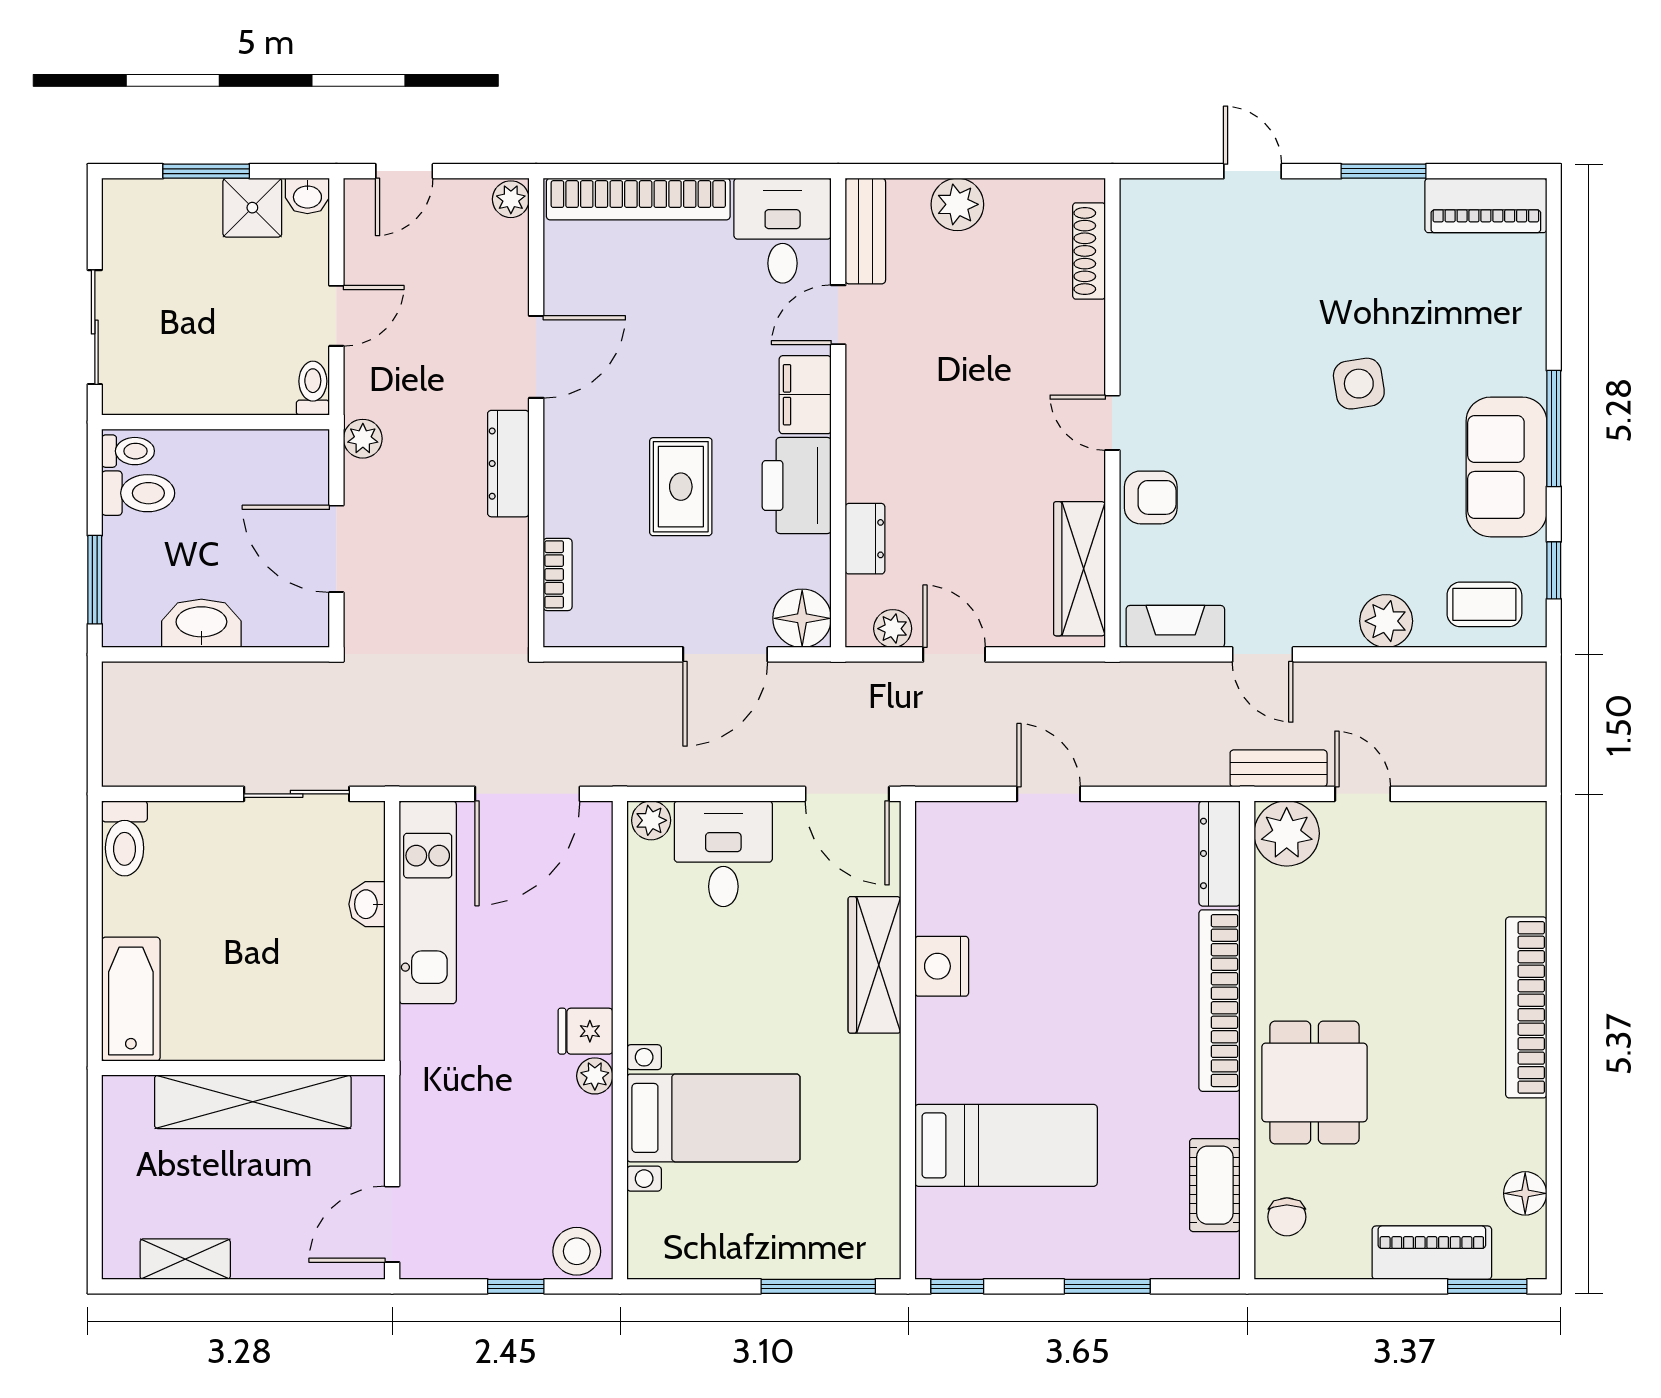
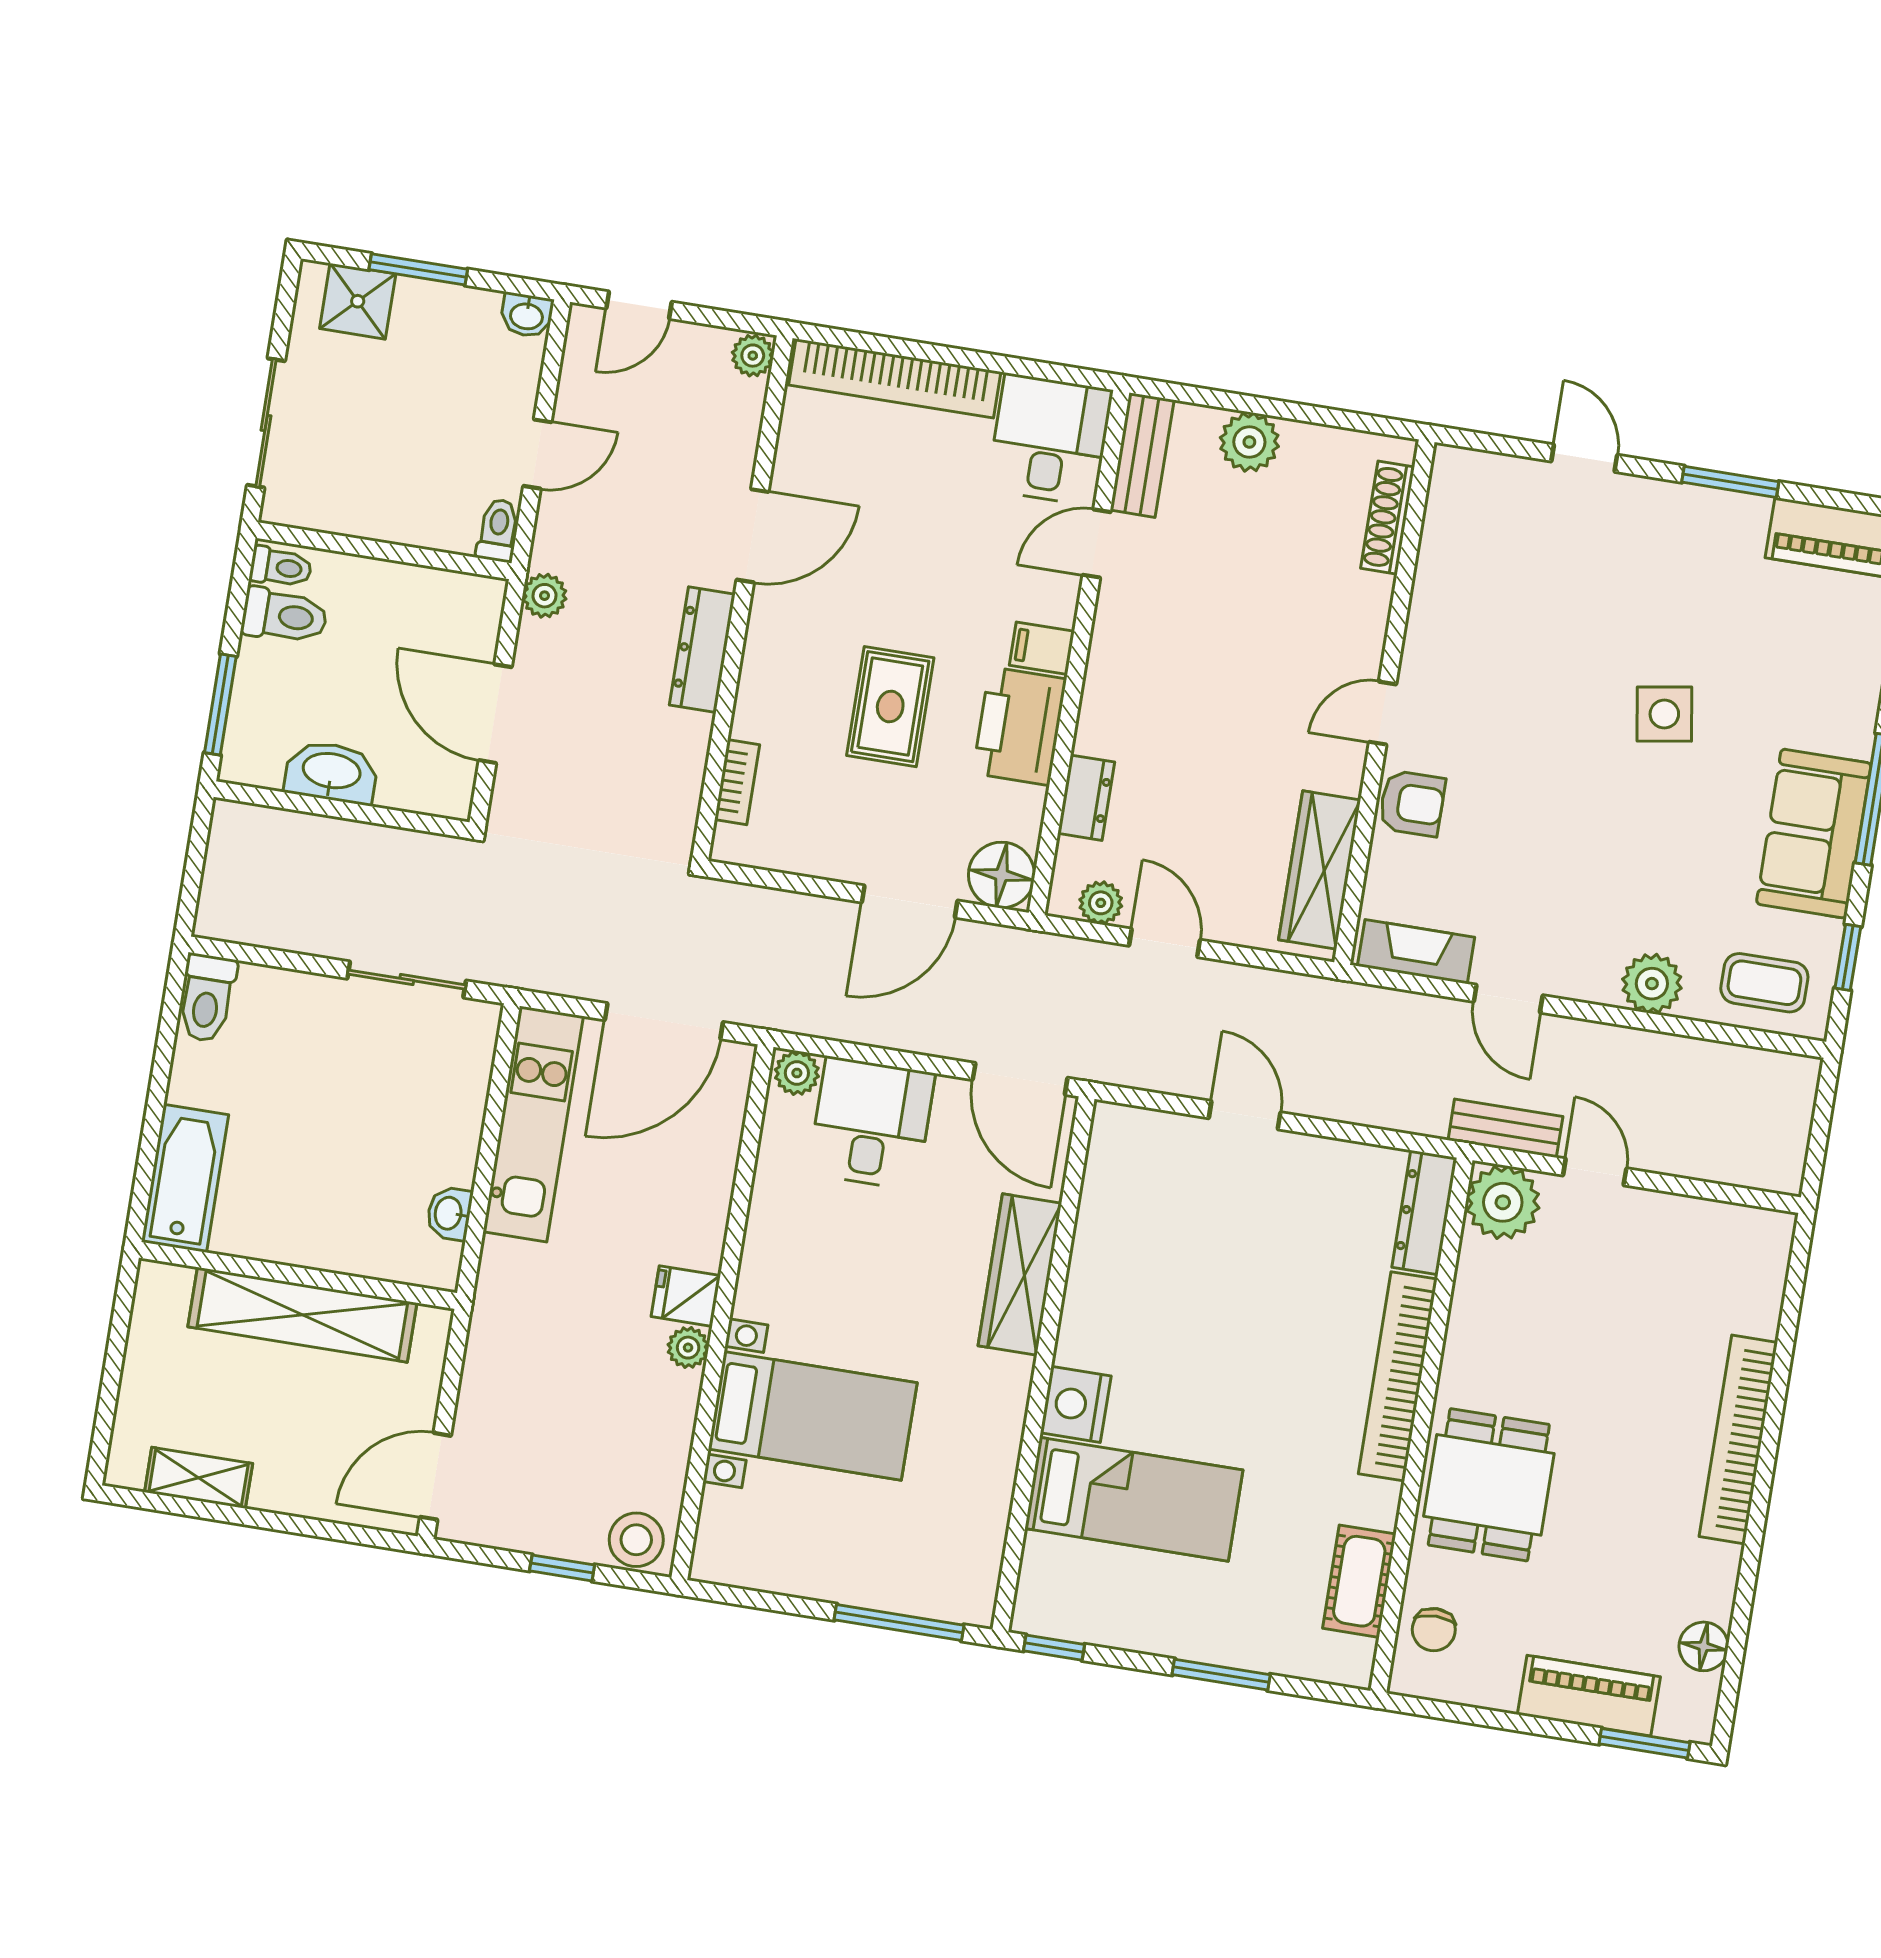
shower: (252, 208) -> (358, 301), moved
filing cabinet: (805, 395) -> (1042, 648), width x0.50
door: (1112, 423) -> (1383, 713), hinge flipped
washbasin: (367, 904) -> (449, 1213), moved
nightstand: (942, 966) -> (1076, 1404), moved

